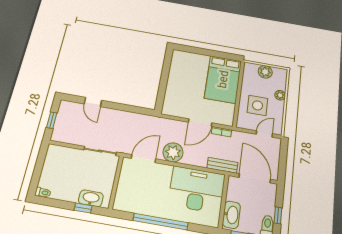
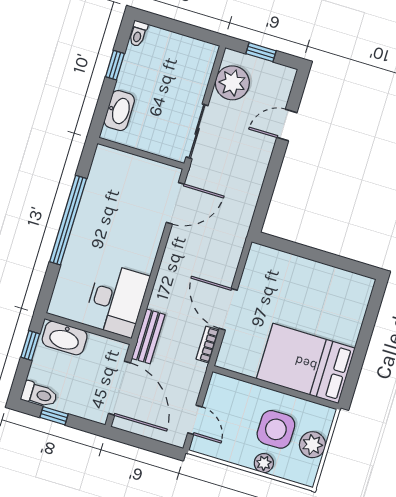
side table: (257, 105) -> (276, 429), moved
plant: (173, 152) -> (232, 83), moved
door: (144, 159) -> (175, 203), hinge flipped
door: (255, 178) -> (119, 388), hinge flipped
desk: (197, 190) -> (116, 300), width x0.73, depth x0.77
window: (83, 208) -> (115, 65), moved

